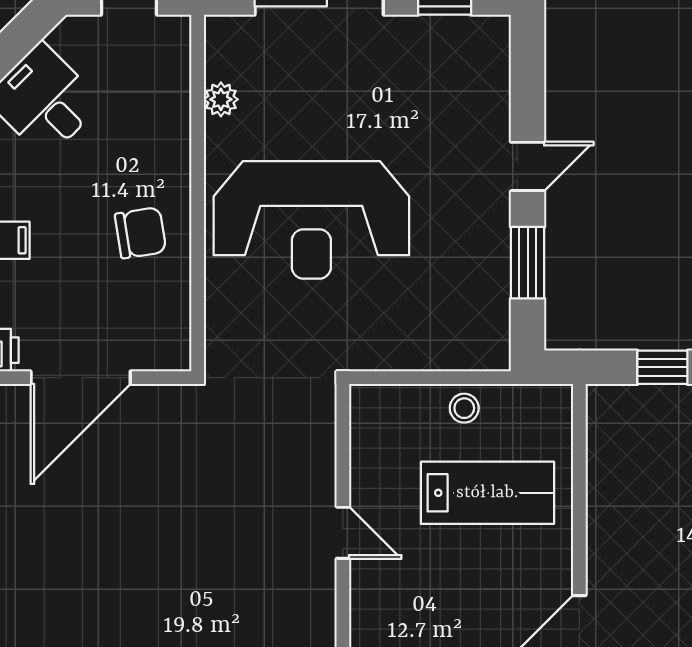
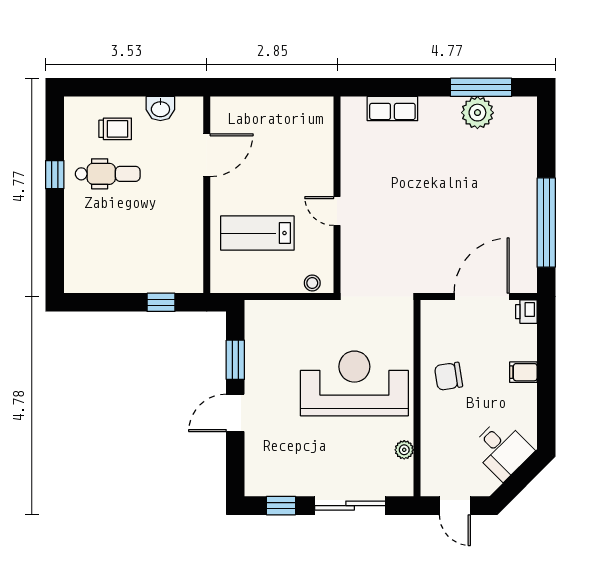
door: (528, 166) -> (235, 413), width x1.37
stool: (464, 408) -> (312, 283), moved

